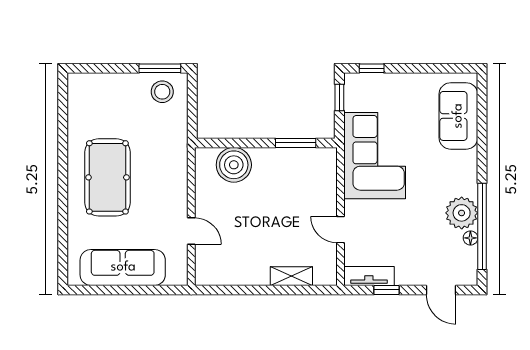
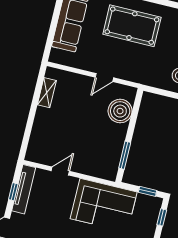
door: (191, 231) -> (104, 78), moved
shelving: (291, 276) -> (47, 93), moved
tv unit: (369, 276) -> (24, 189), width x1.41

